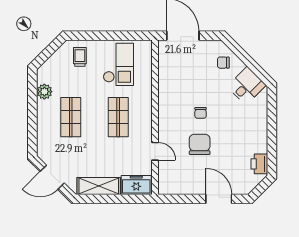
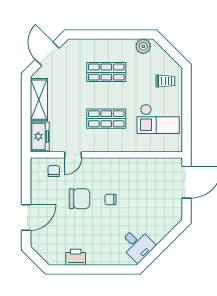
chair: (223, 63) -> (54, 171), moved
plant: (44, 92) -> (143, 46), moved
printer: (259, 164) -> (76, 257), moved

